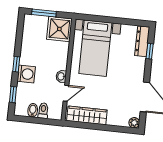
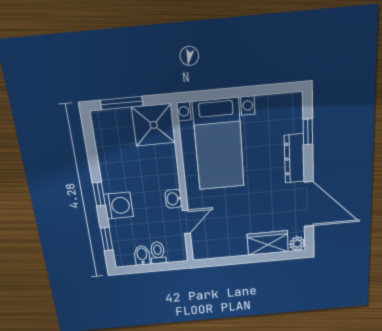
dresser: (142, 41) -> (294, 158), moved
wardrobe: (87, 115) -> (268, 243), moved, width x0.67

